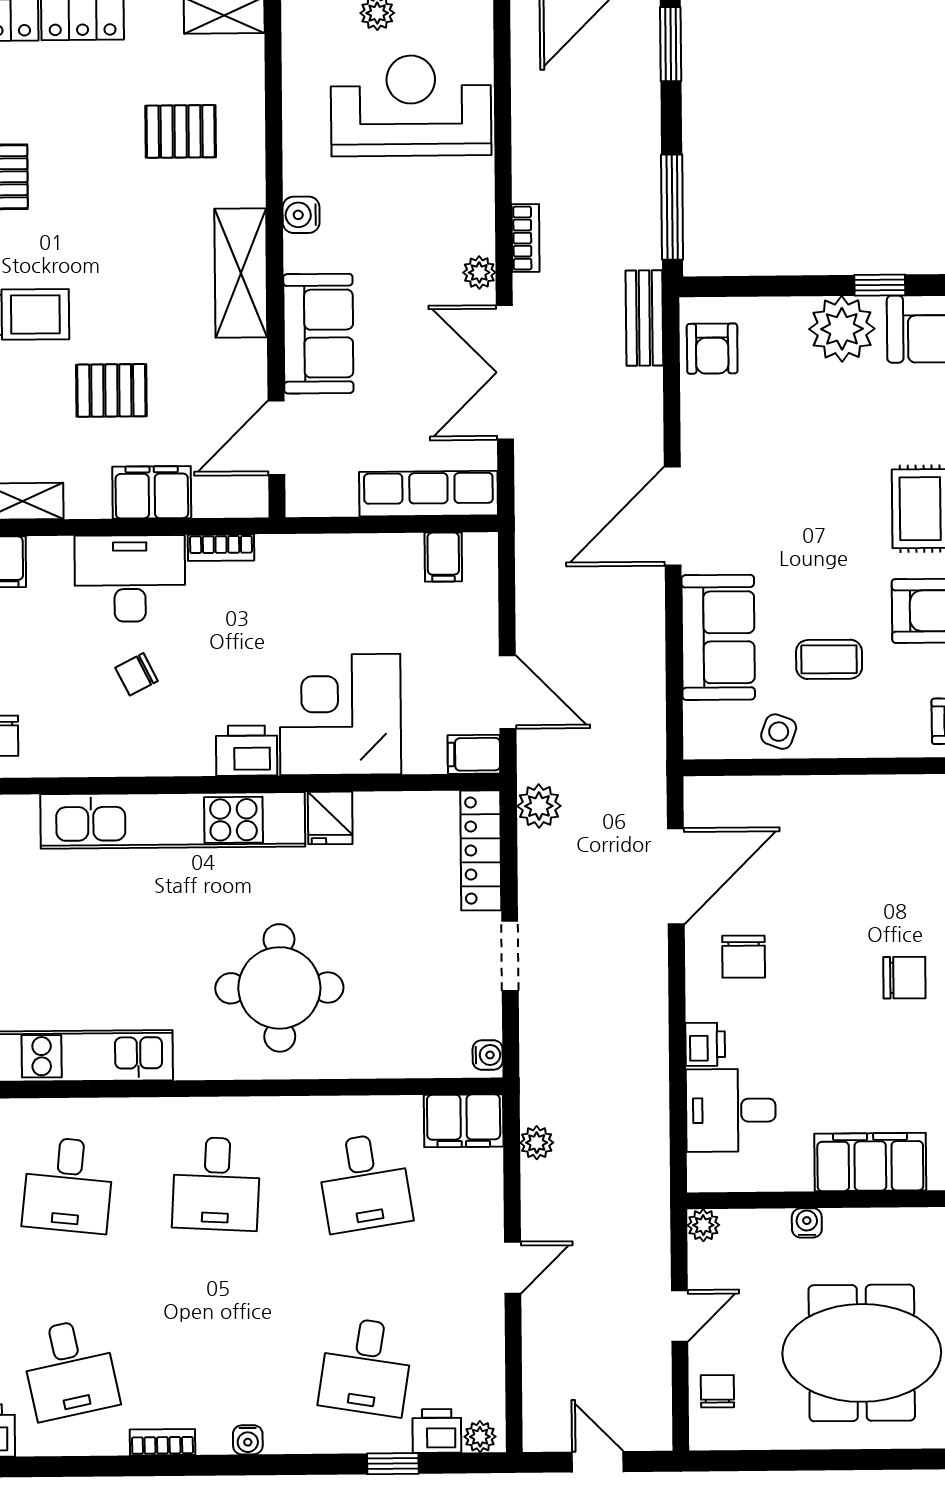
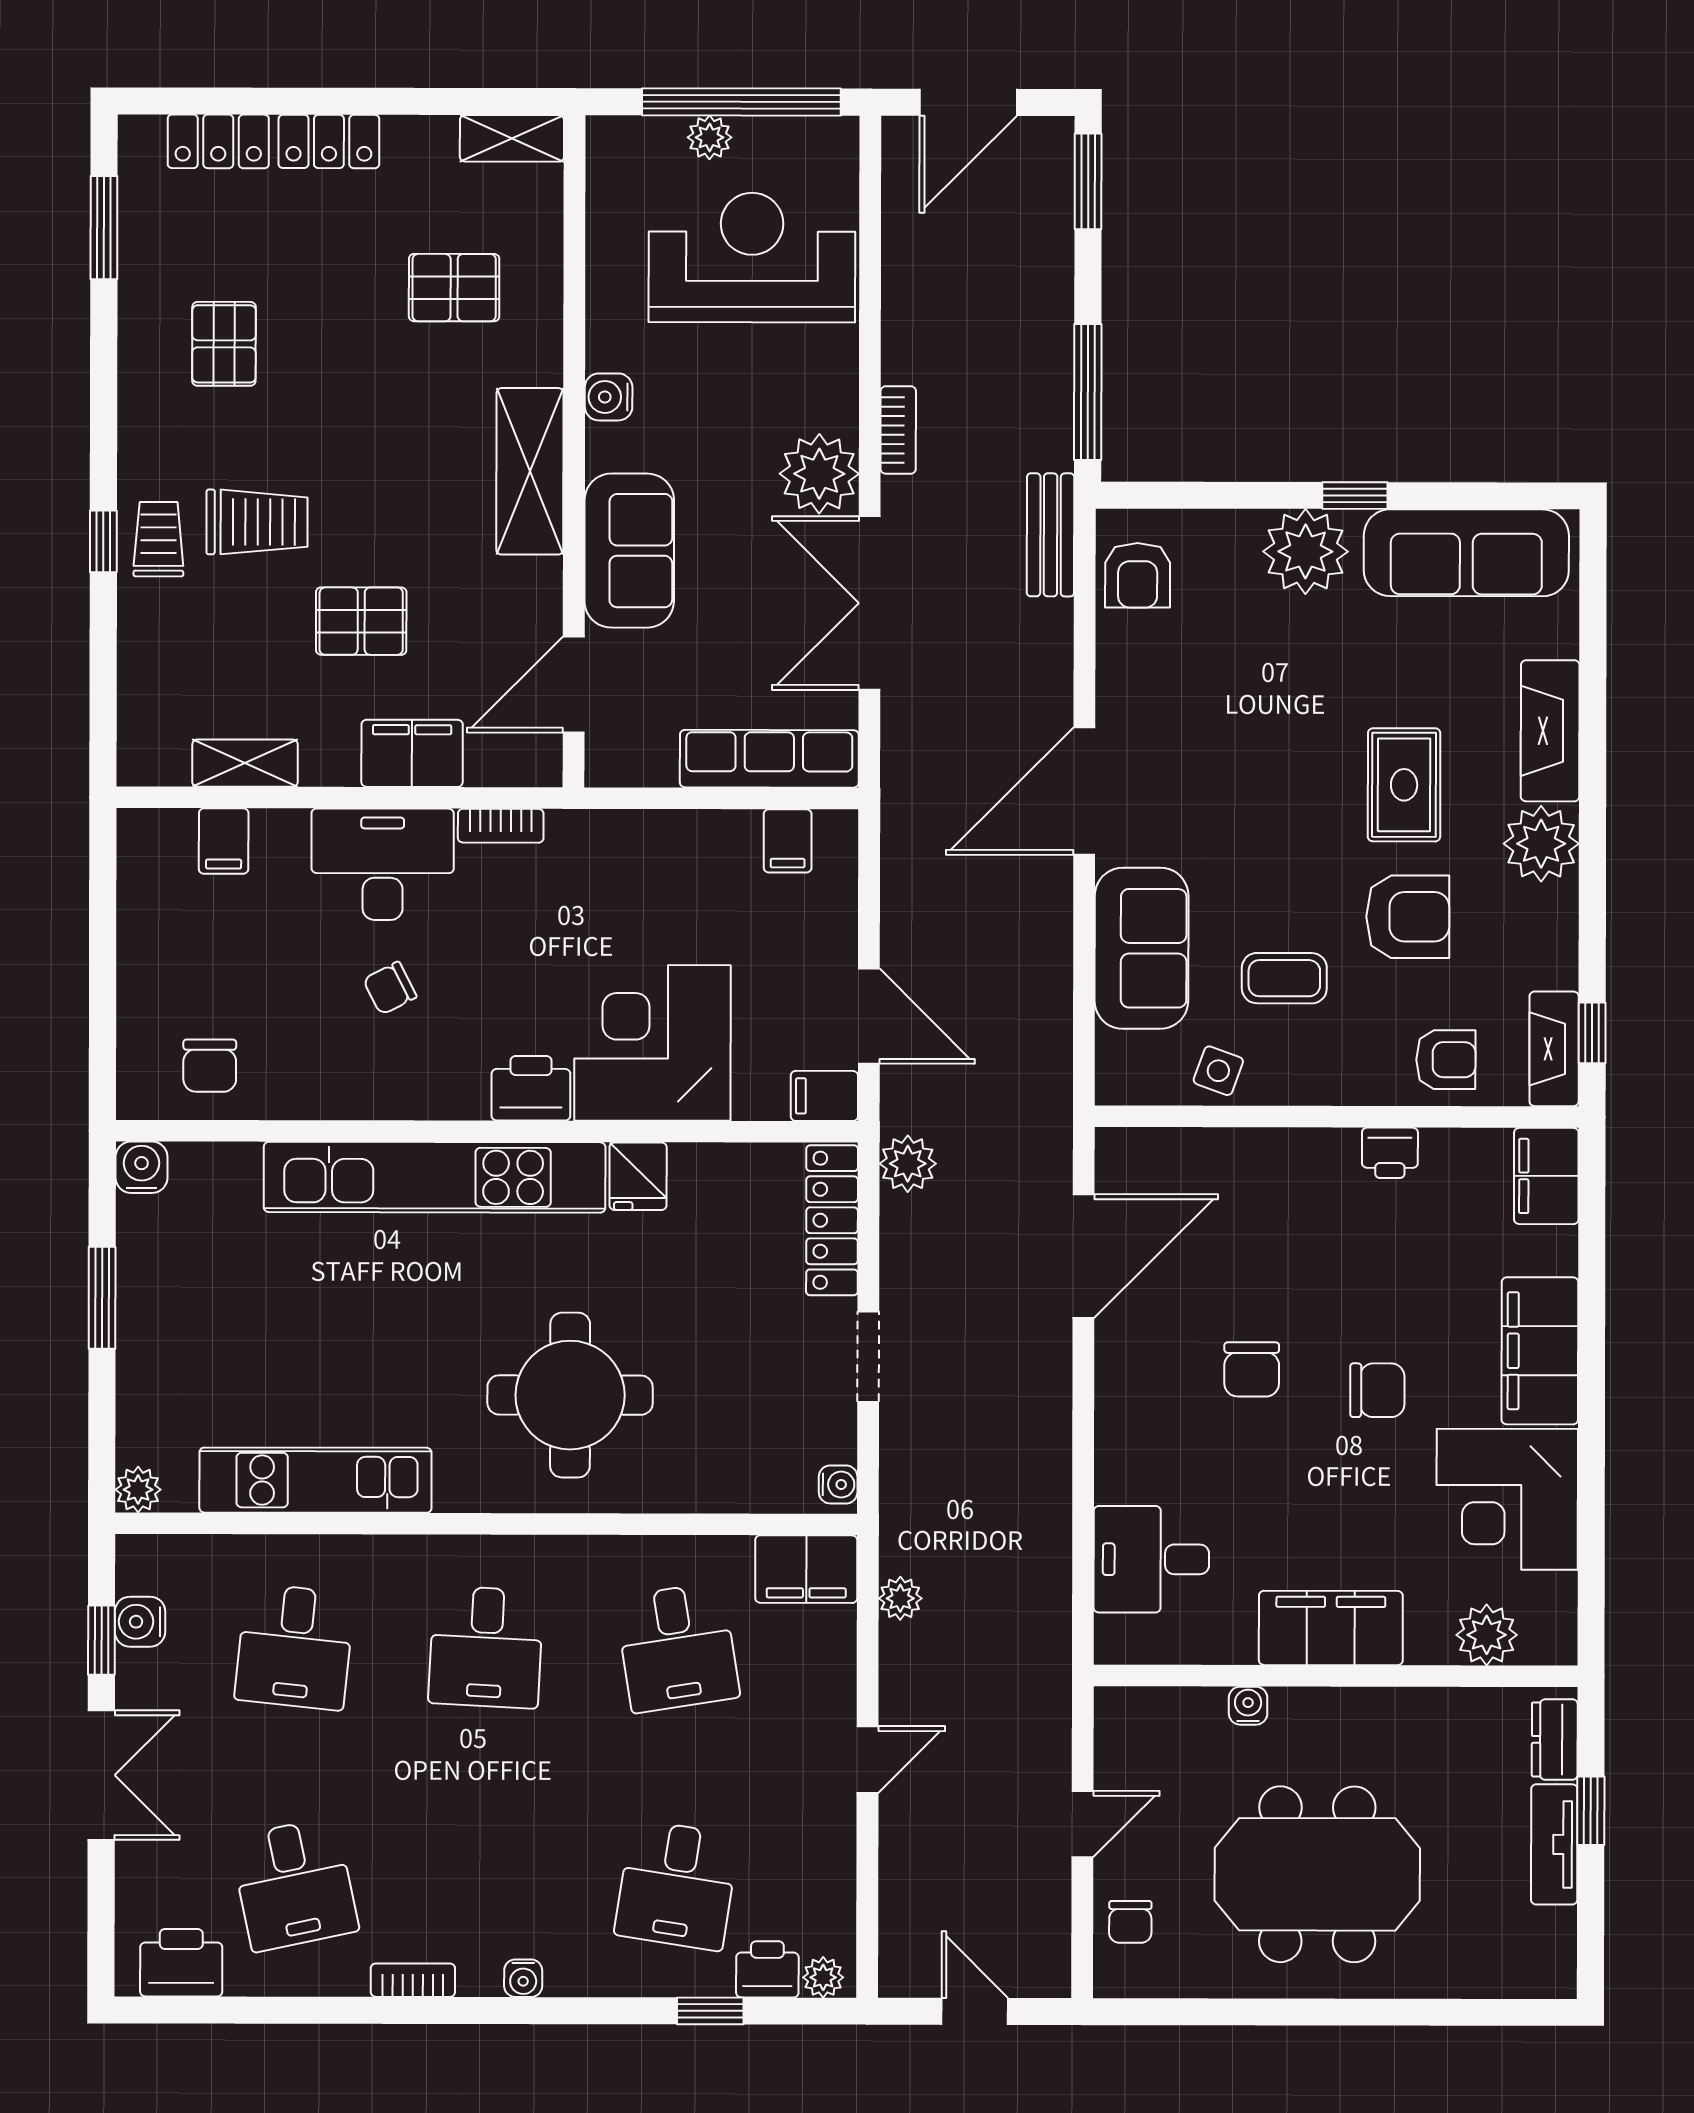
plant: (479, 272) -> (819, 474), width x1.88, depth x1.88
chair: (744, 957) -> (1252, 1369), moved
printer: (705, 1044) -> (1390, 1153), moved, turned 90
plant: (703, 1225) -> (1114, 1707), removed
chair: (717, 1391) -> (1130, 1922), turned 180

